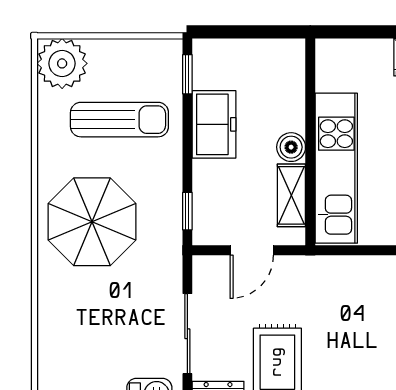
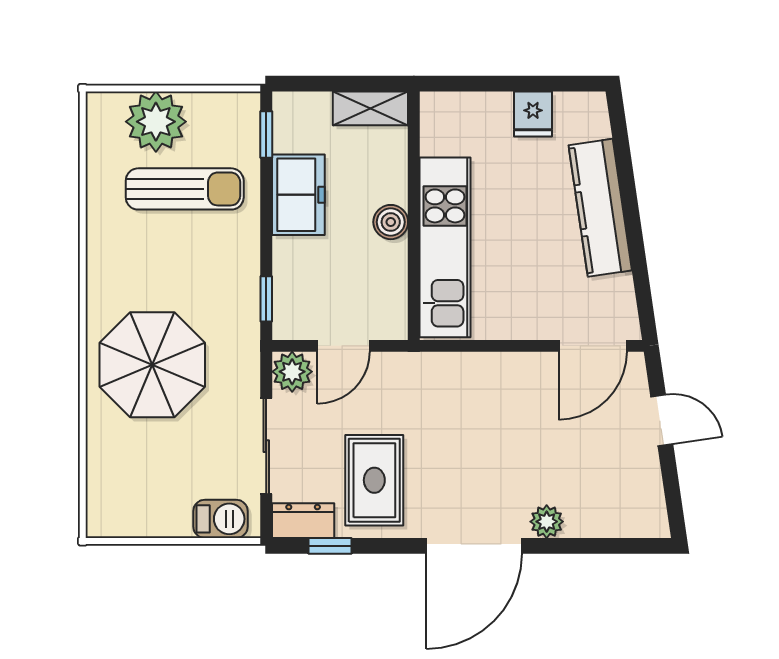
plant: (62, 63) -> (156, 122), moved
shelving: (291, 195) -> (370, 108), moved, turned 90
parasol: (92, 222) -> (152, 365), moved
plant: (209, 272) -> (292, 372), added

